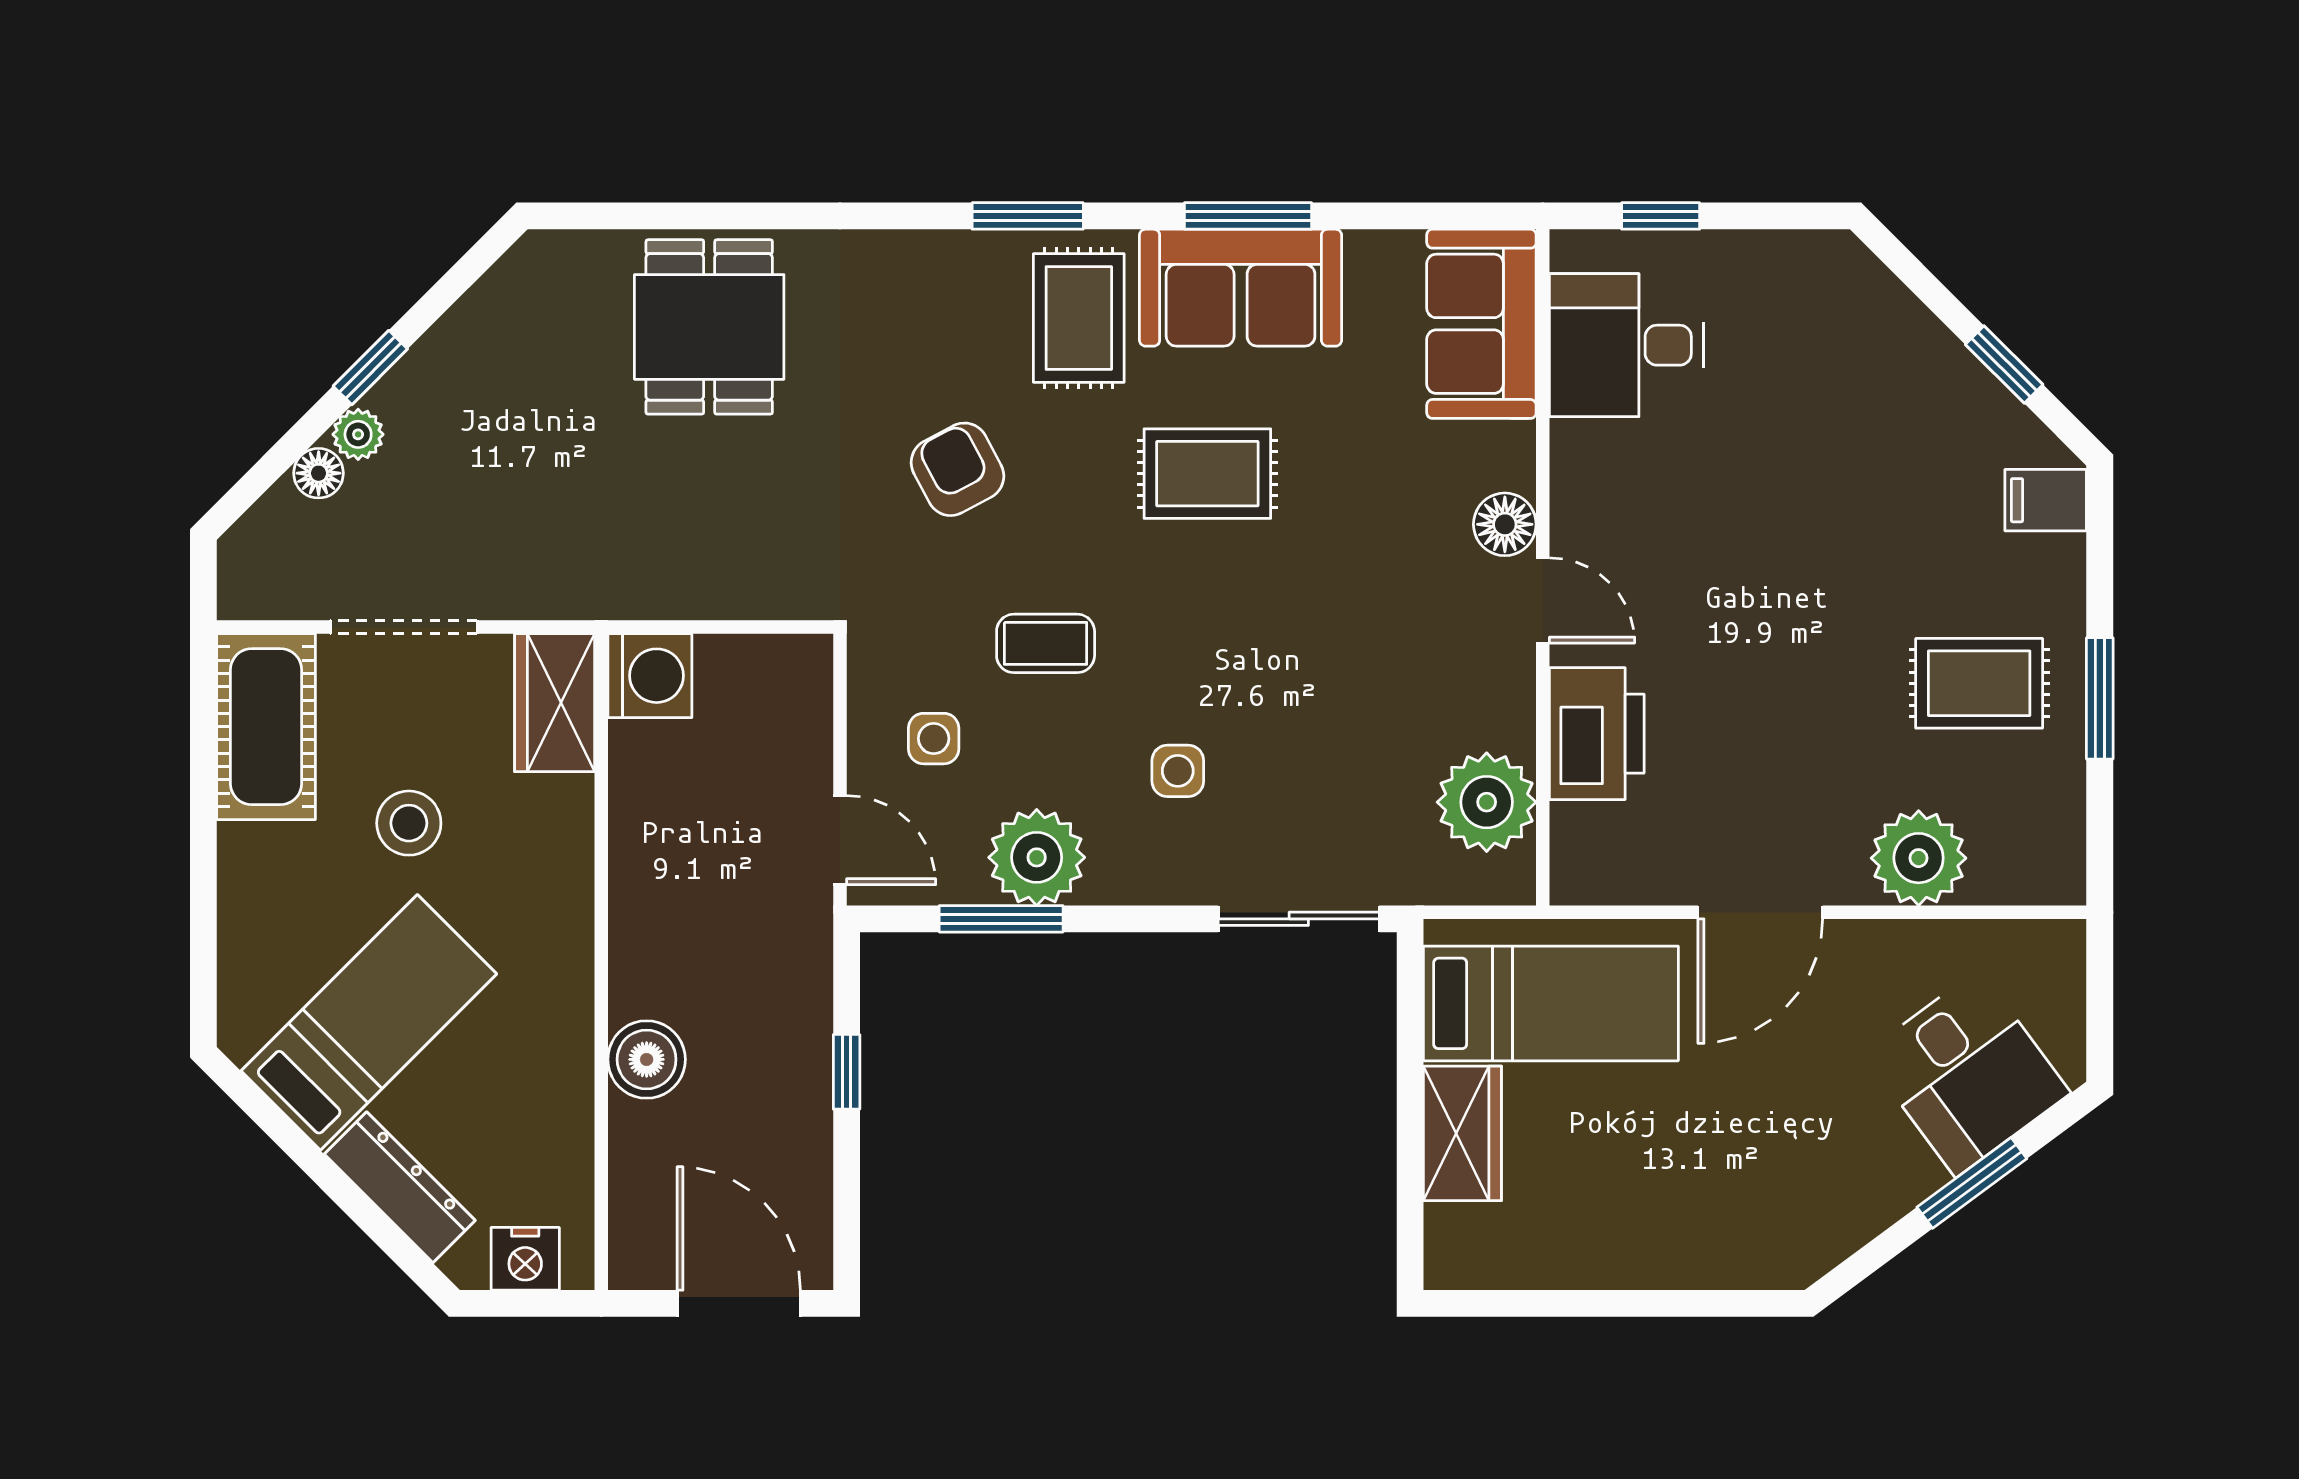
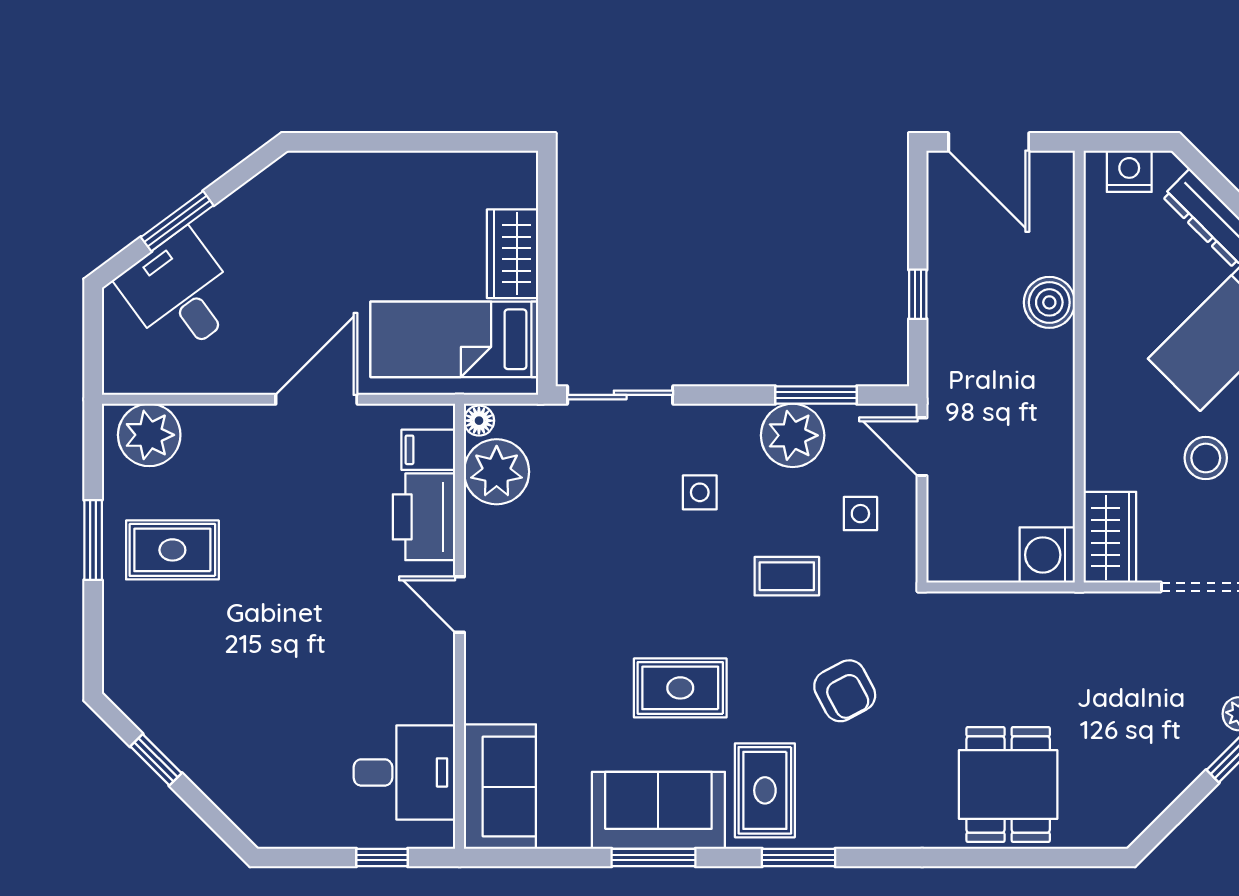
filing cabinet: (2046, 500) -> (428, 450), moved, turned 180
floor lamp: (1505, 524) -> (479, 421), moved, width x0.73, depth x0.73
plant: (1919, 858) -> (149, 435), moved

